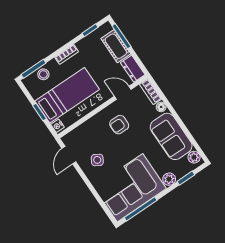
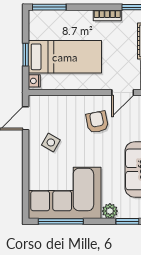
bookcase: (67, 54) -> (107, 15), moved
stool: (43, 74) -> (55, 19), removed
door: (123, 93) -> (123, 92), swing flipped
armchair: (119, 125) -> (97, 122), turned 79

